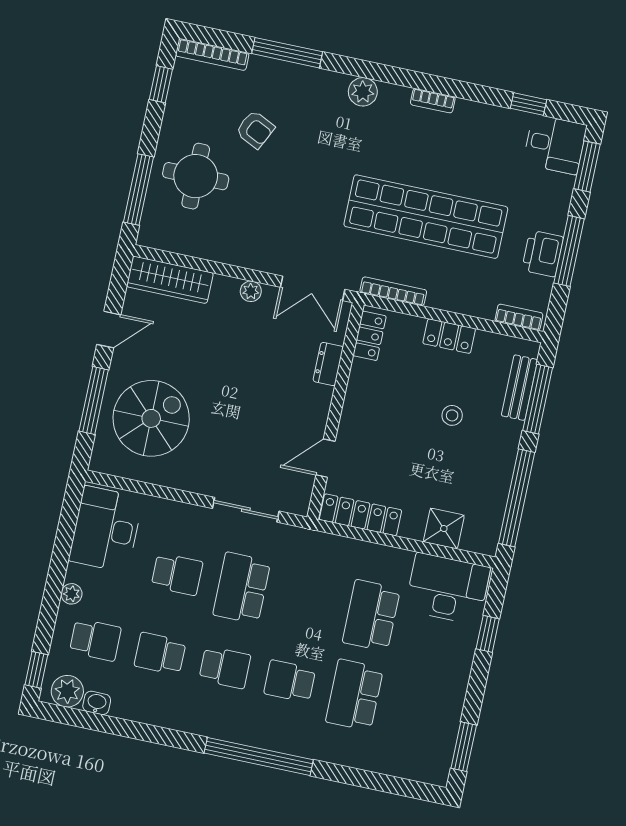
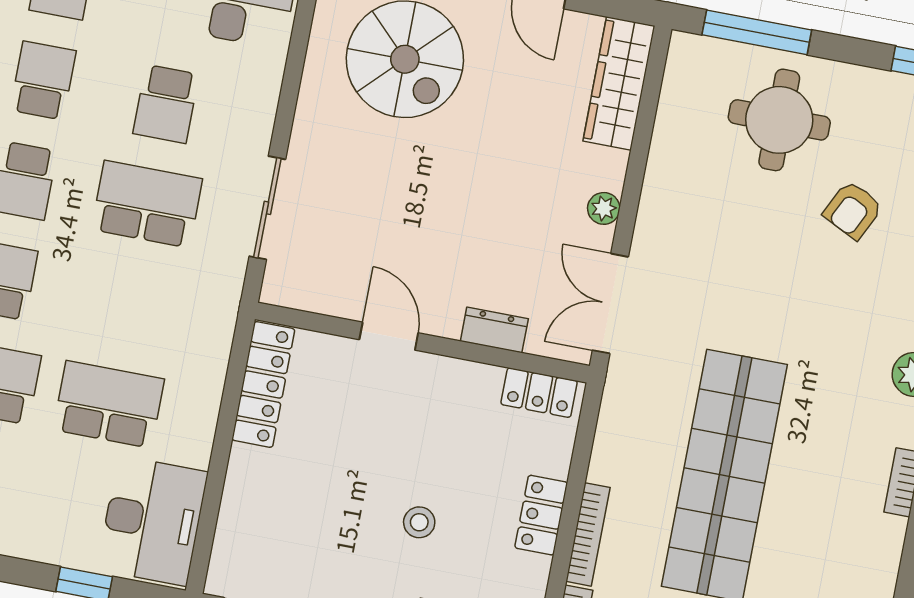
bookcase: (393, 291) -> (588, 534), moved
door: (325, 458) -> (389, 336), moved
shower: (444, 528) -> (245, 513), removed

